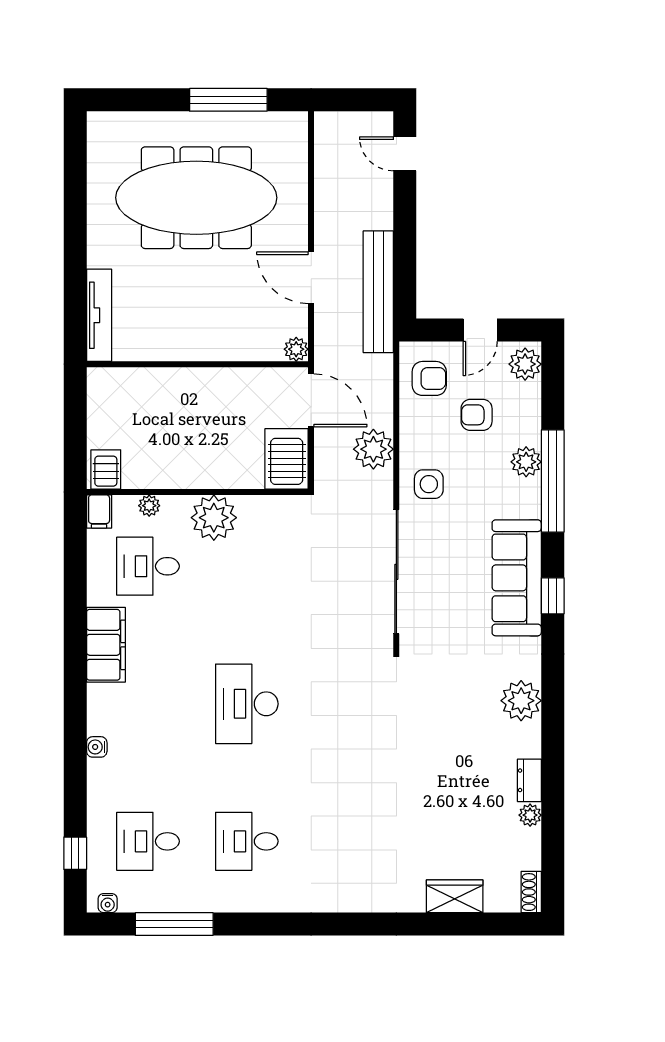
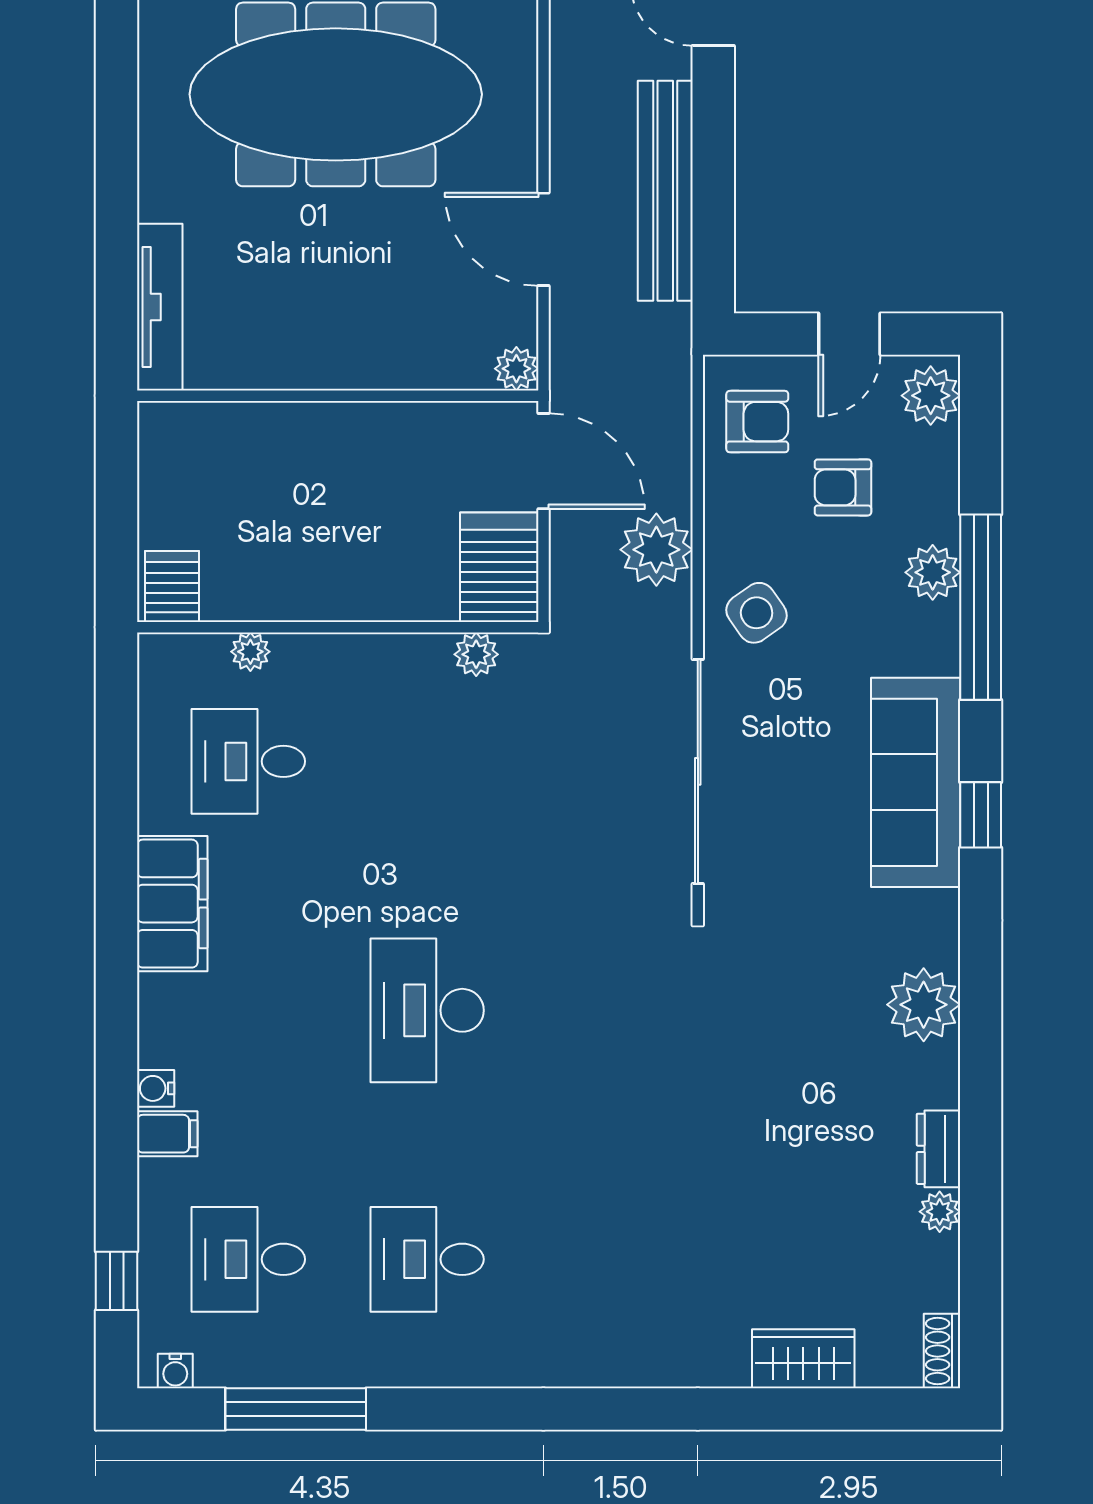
bench: (378, 292) -> (665, 191), moved
side table: (429, 484) -> (757, 613), turned -35
filing cabinet: (99, 512) -> (167, 1134), moved, turned -90
plant: (214, 518) -> (476, 654), moved, width x0.53, depth x0.53

